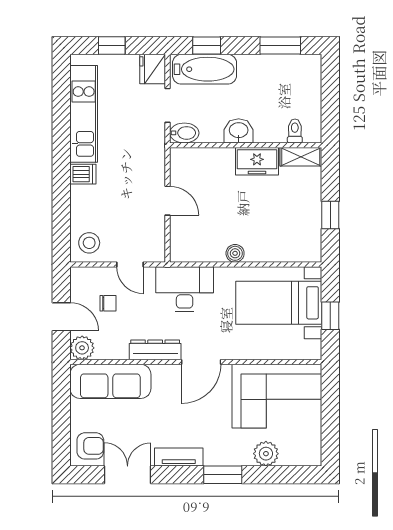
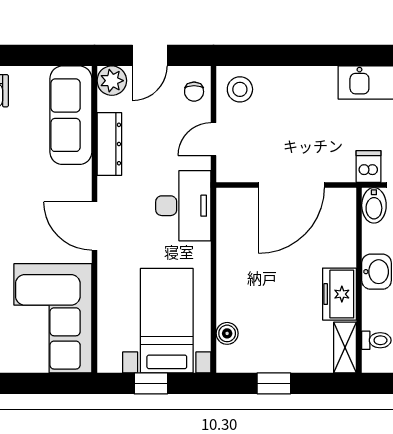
dishwasher: (83, 174) -> (368, 166), moved, turned 180
door: (168, 201) -> (291, 185), width x1.87
boiler: (235, 253) -> (227, 333), moved
chair: (108, 303) -> (194, 92), moved
dresser: (155, 350) -> (109, 144), moved

